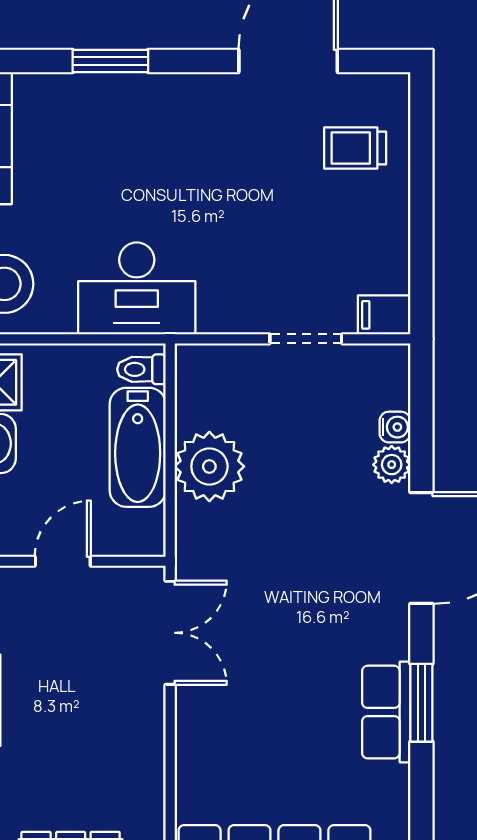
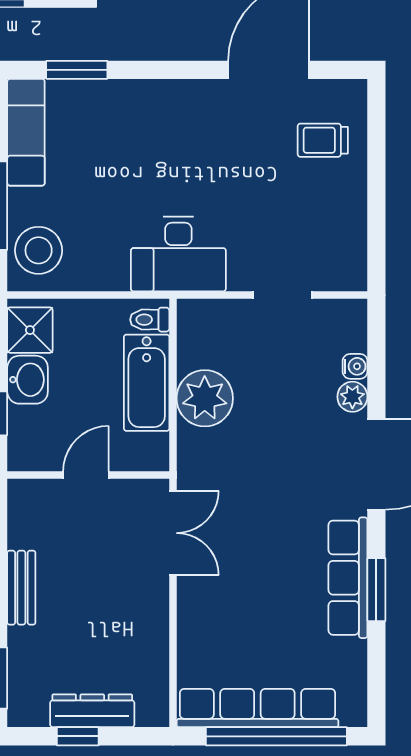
window: (110, 61) -> (77, 70), moved
desk: (137, 288) -> (178, 254), moved
filing cabinet: (384, 315) -> (346, 275), removed
row of seats: (386, 712) -> (348, 578), width x1.48

